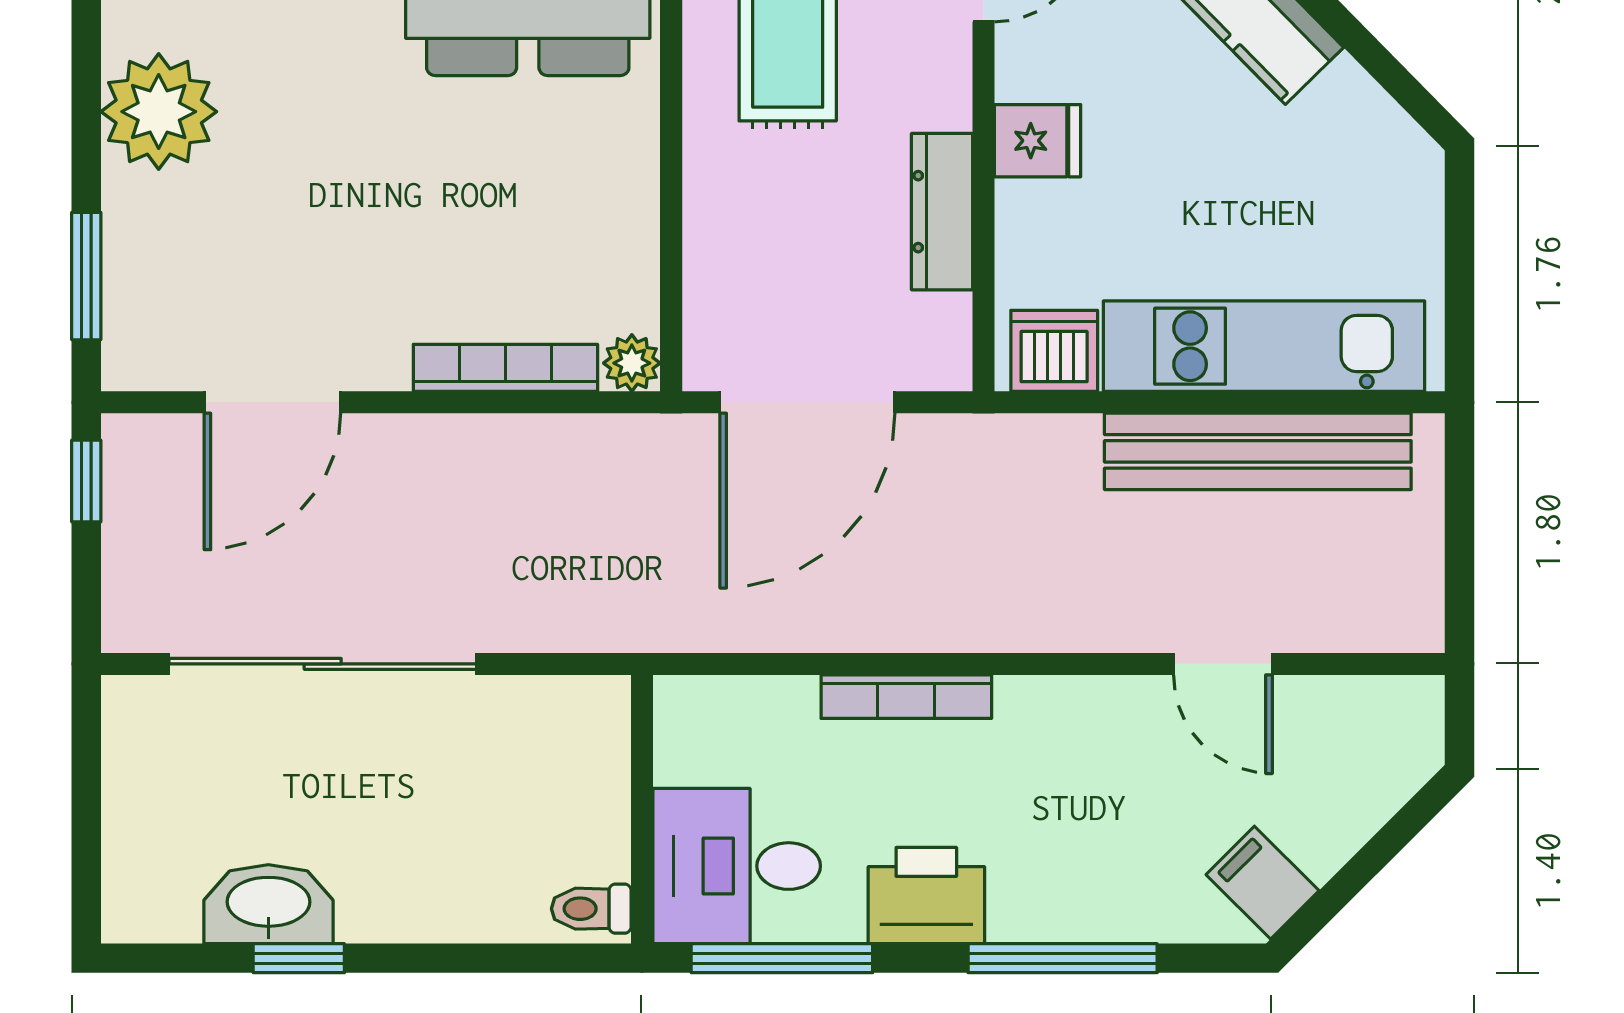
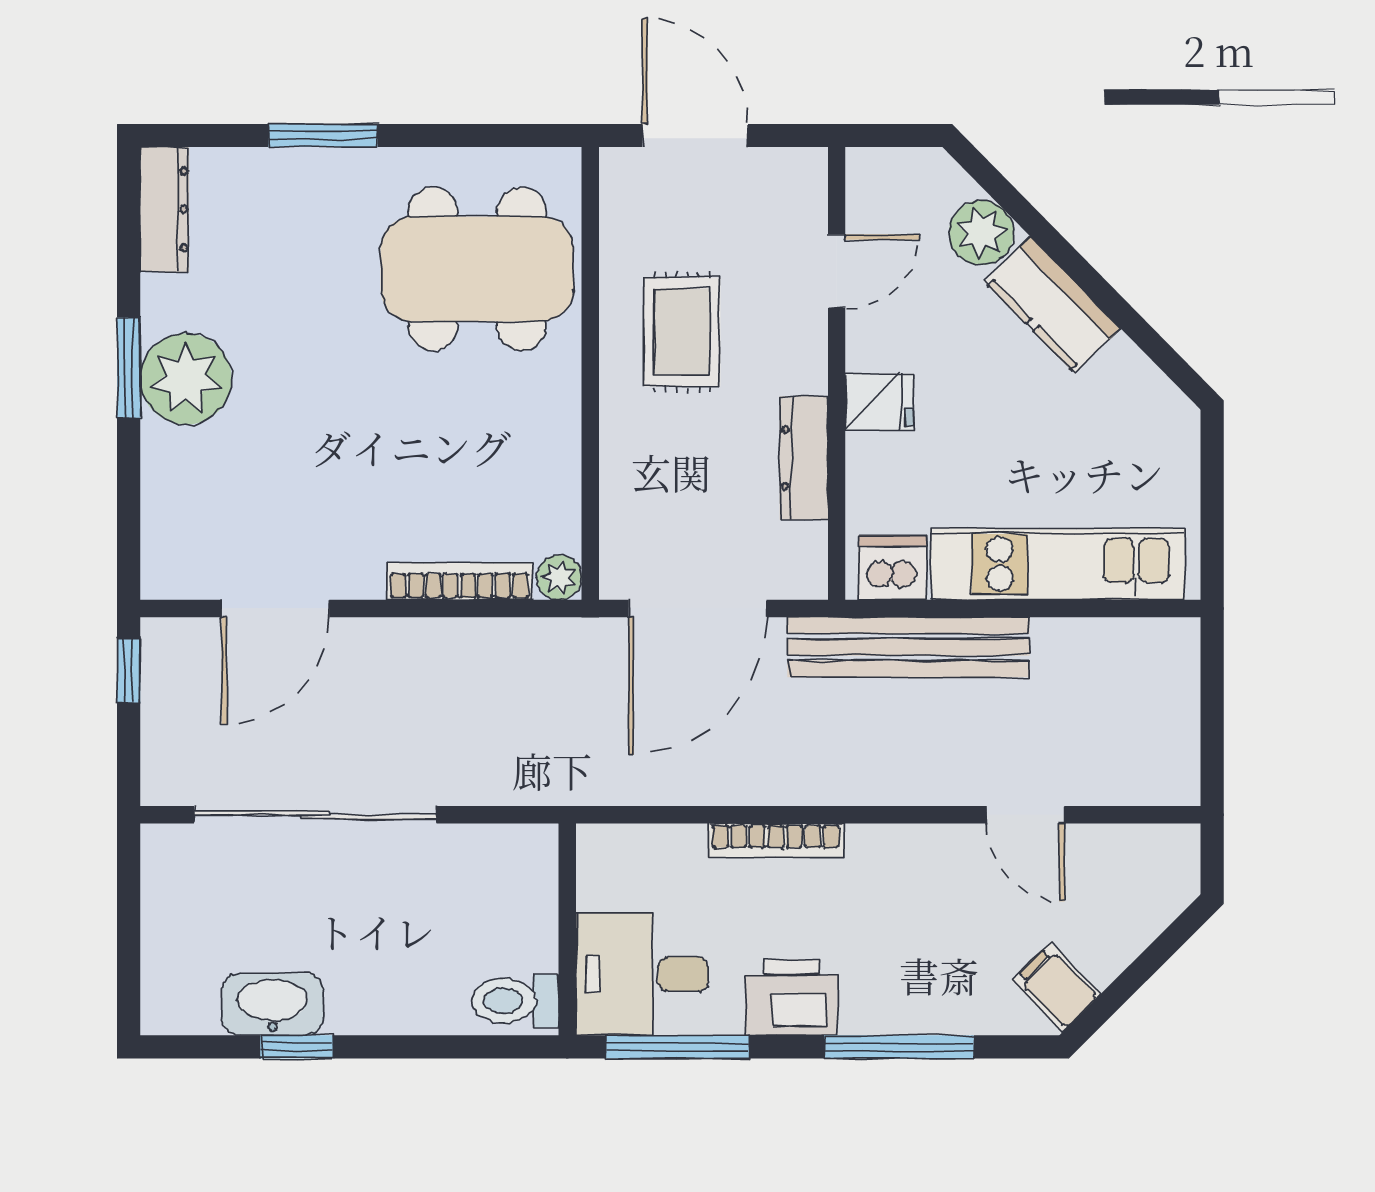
window: (86, 276) -> (129, 368), moved
bench: (1258, 451) -> (908, 647), moved
toilet: (591, 909) -> (515, 1001), width x1.37, depth x1.39

